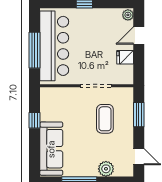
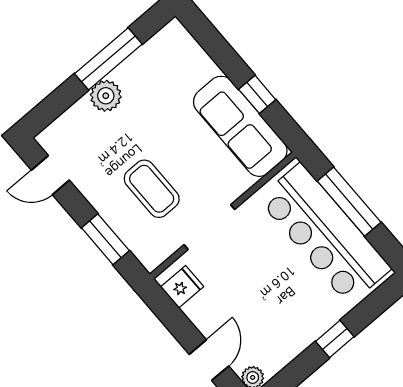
fridge: (125, 57) -> (182, 287), moved
sofa: (51, 149) -> (240, 126), moved
plant: (106, 169) -> (106, 96), moved

